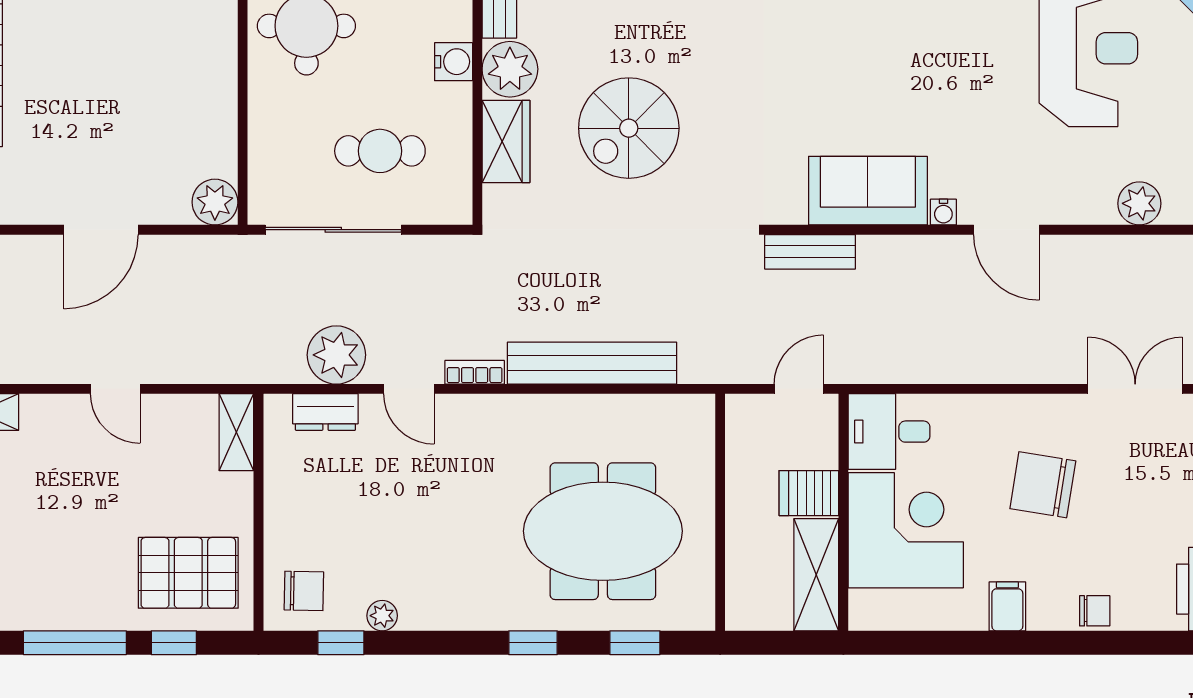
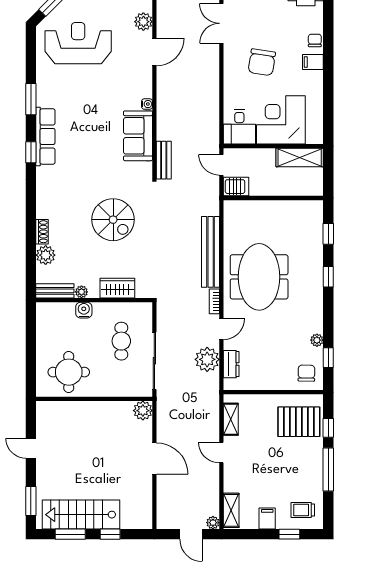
plant: (510, 69) -> (81, 292), width x0.53, depth x0.53
spiral stairs: (629, 128) -> (113, 220), moved
door: (1006, 230) -> (154, 52), moved
door: (115, 389) -> (221, 452), swing flipped
shelving: (236, 432) -> (231, 419), moved, turned 90
server rack: (809, 493) -> (236, 187), moved, turned -90
meeting table: (603, 531) -> (259, 277), moved
pallet: (188, 573) -> (299, 422), turned 90
filing cabinet: (1007, 606) -> (313, 62), moved

